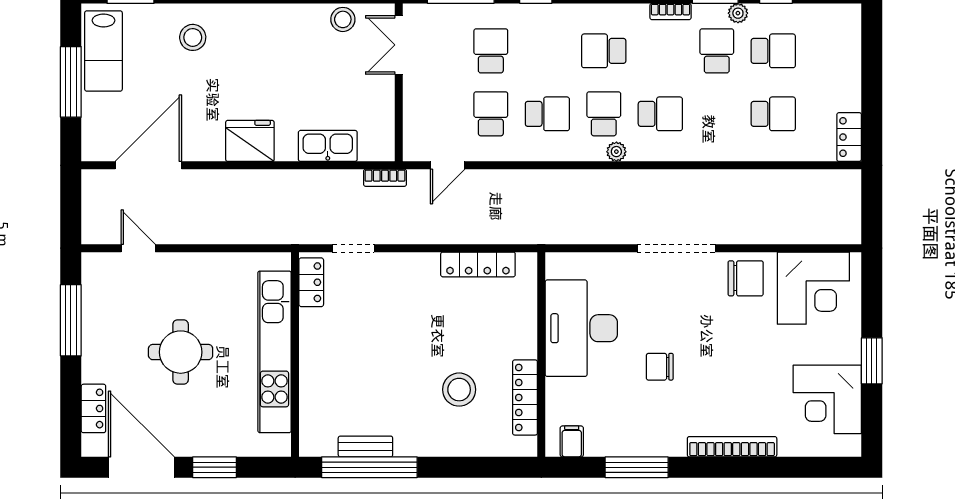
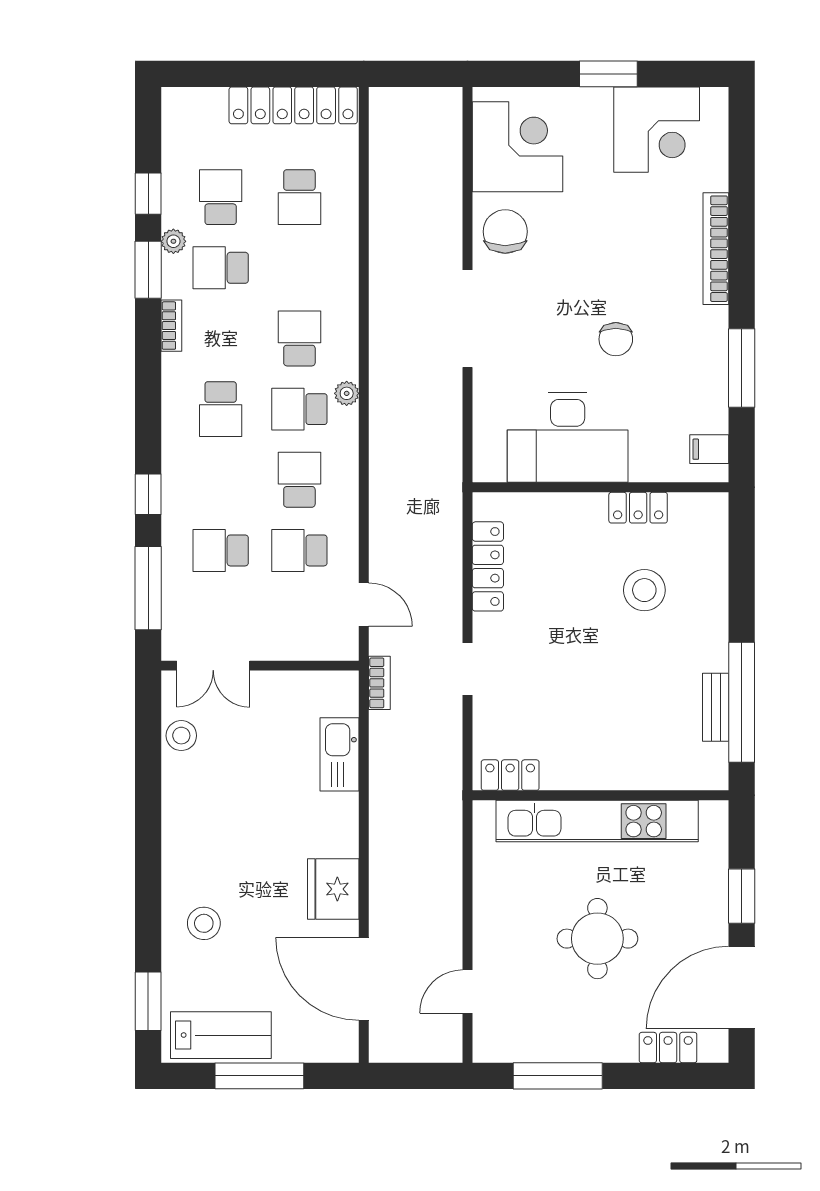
school desk: (773, 114) -> (299, 197), turned 180
locker: (849, 137) -> (293, 105), width x2.16, depth x1.21
fridge: (250, 141) -> (333, 889), moved
doorway: (353, 248) -> (468, 669), moved
locker: (525, 397) -> (638, 508), width x0.66

